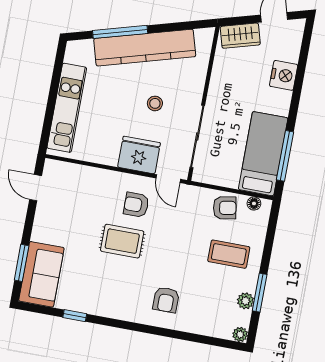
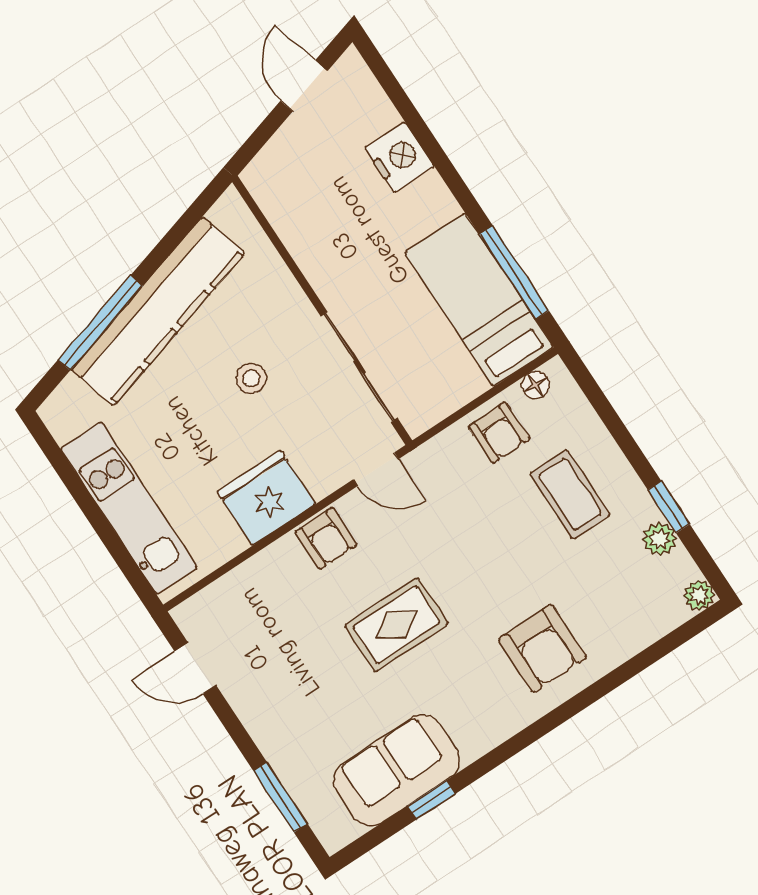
wardrobe: (240, 36) -> (280, 160), removed
fridge: (139, 155) -> (266, 498), moved
armchair: (136, 205) -> (326, 538), moved, turned -90
armchair: (225, 208) -> (499, 433), turned 99
coffee table: (229, 254) -> (570, 494), turned 90
sofa: (41, 274) -> (397, 770), moved, turned -90
window: (260, 293) -> (669, 507), width x0.67
armchair: (166, 300) -> (543, 649), width x1.38, depth x1.38

